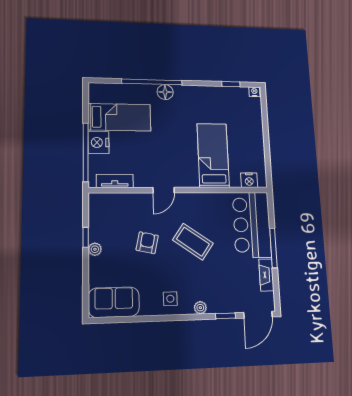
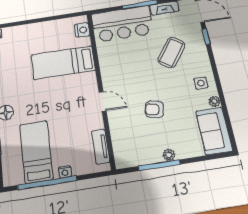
nightstand: (98, 142) -> (65, 172), width x0.53, depth x0.56
window: (86, 152) -> (47, 183), moved
window: (86, 237) -> (159, 165), width x2.17
coffee table: (193, 242) -> (171, 52), moved
plant: (200, 308) -> (214, 101), moved

